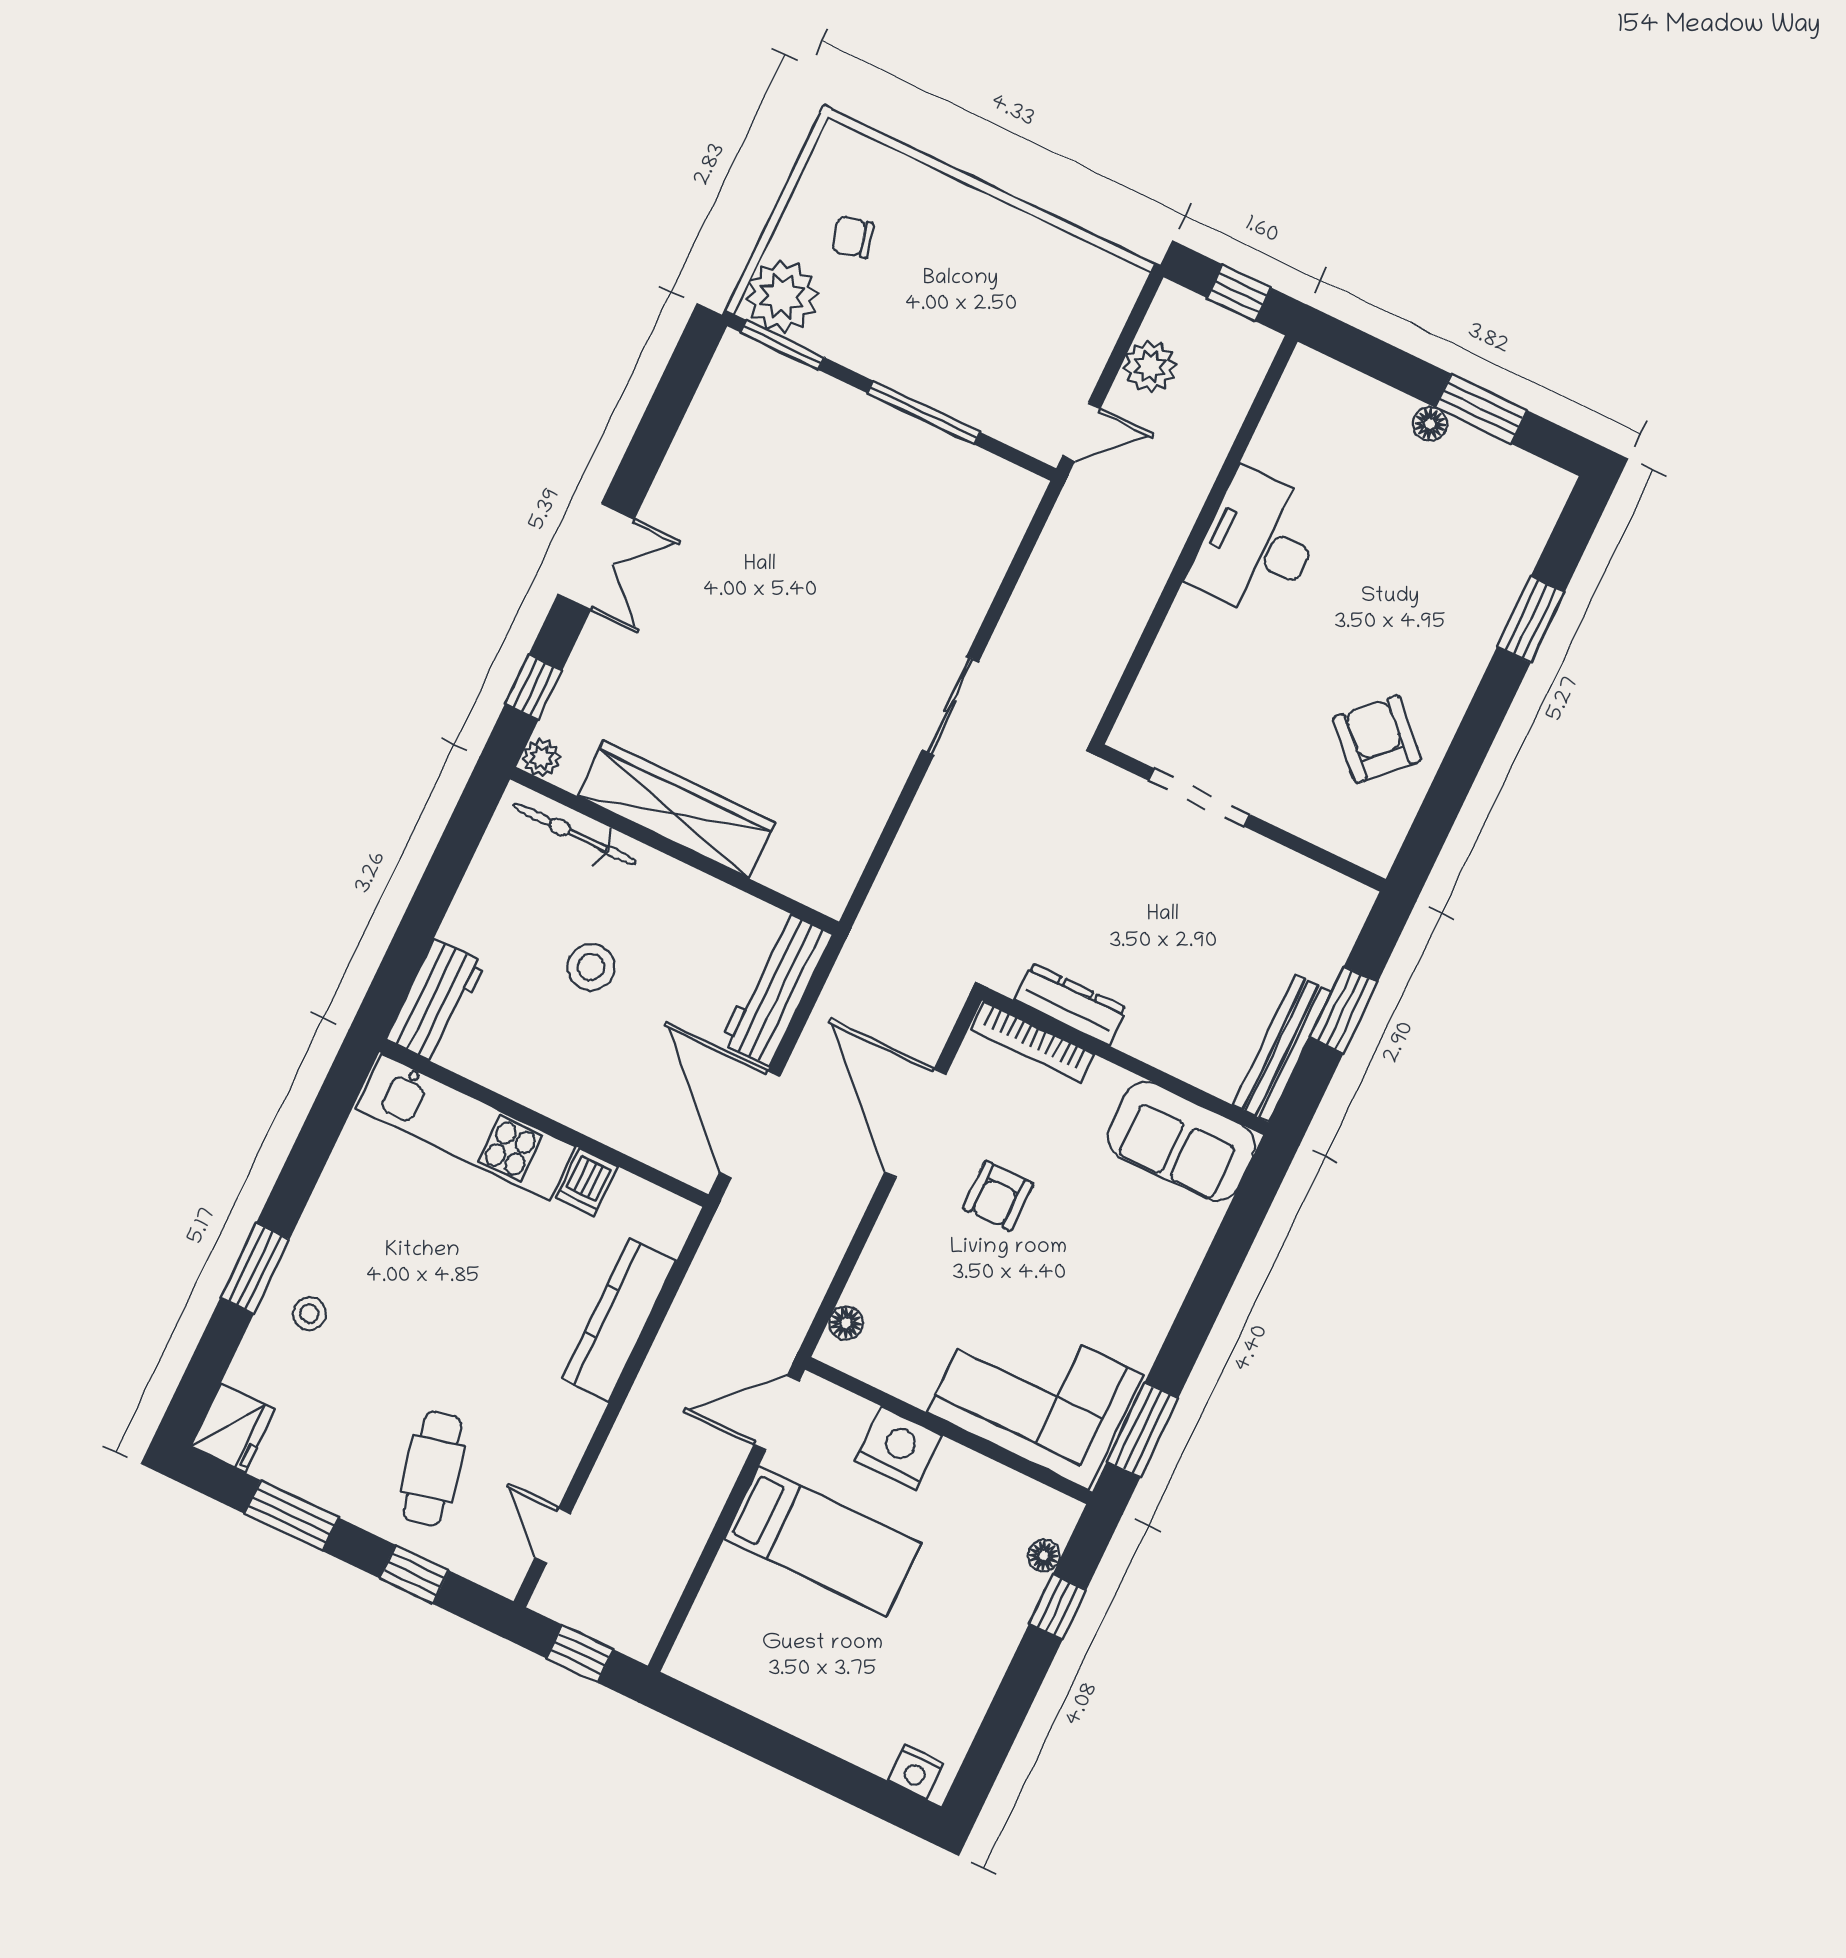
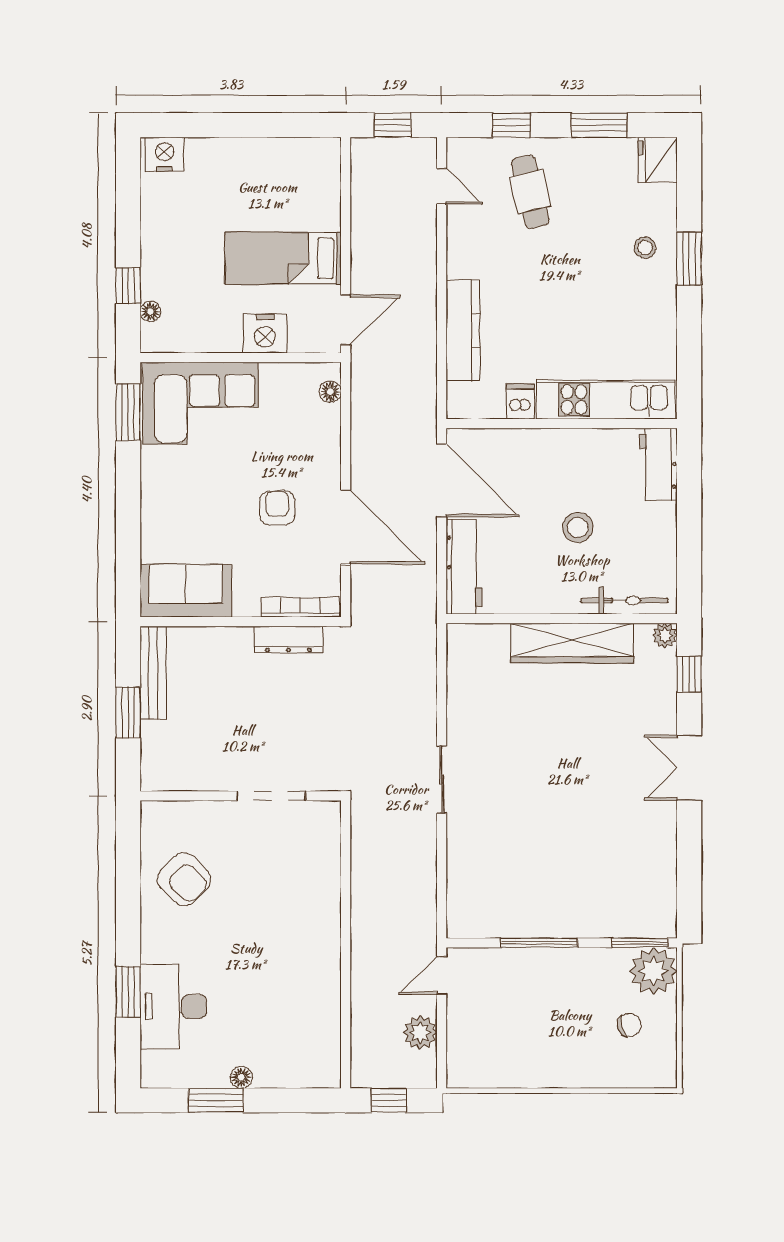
desk: (1258, 544) -> (173, 1007), moved, turned 180
nightstand: (916, 1772) -> (165, 154), width x1.36, depth x1.33

